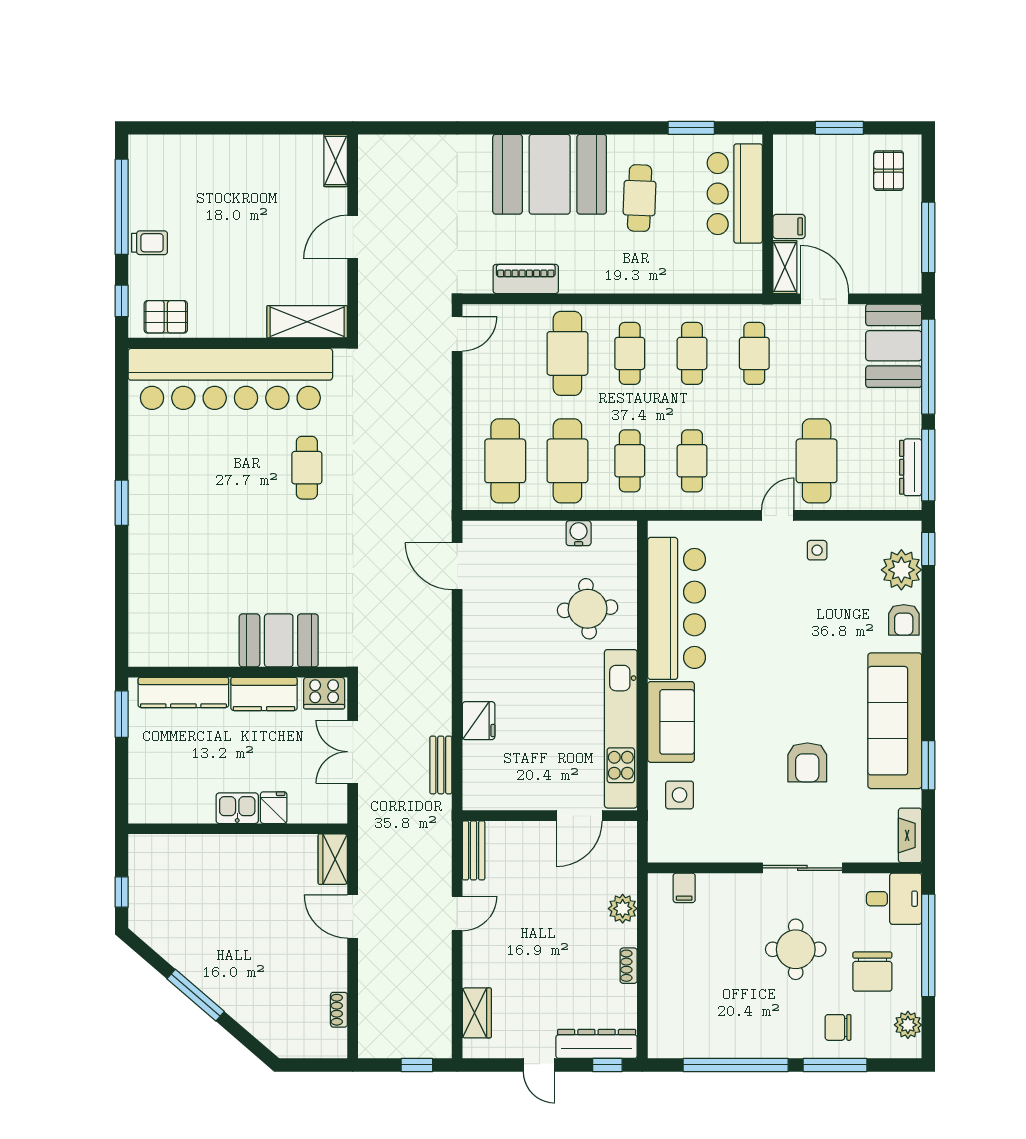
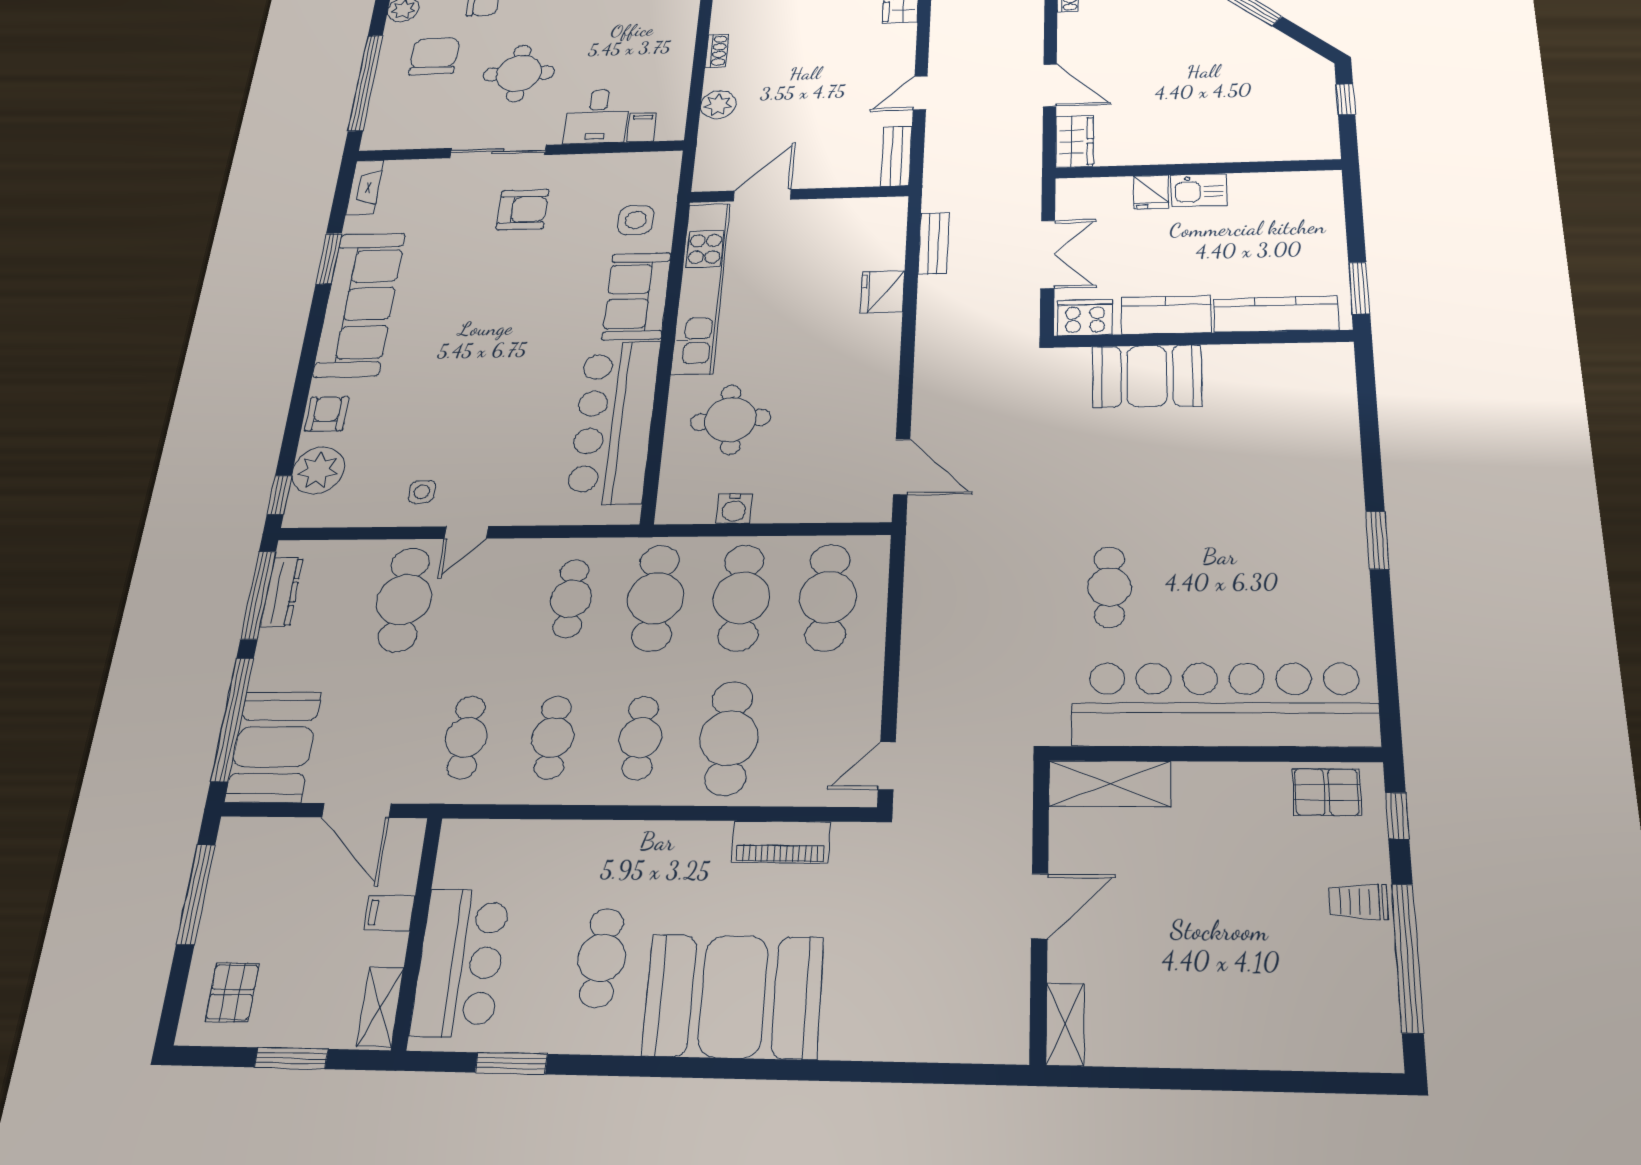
shelving: (785, 267) -> (380, 1007), moved
cafe table: (630, 461) -> (656, 598), width x1.37, depth x1.35
armchair: (807, 762) -> (522, 210), moved, turned 90
desk: (894, 899) -> (597, 116), moved, turned -90

